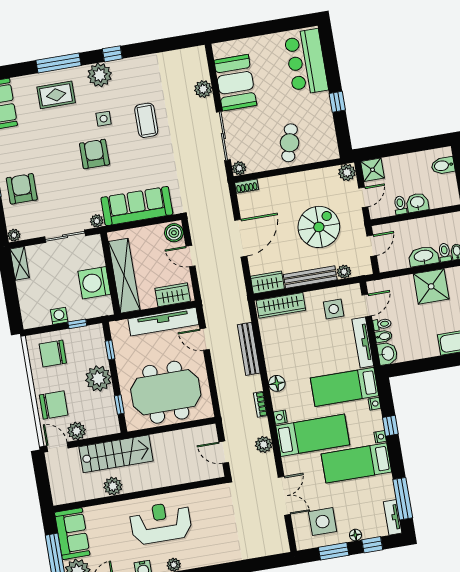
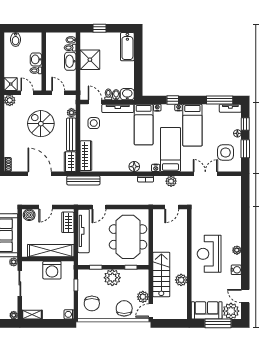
washing machine: (59, 316) -> (69, 314), moved
bench: (249, 349) -> (83, 180), moved

